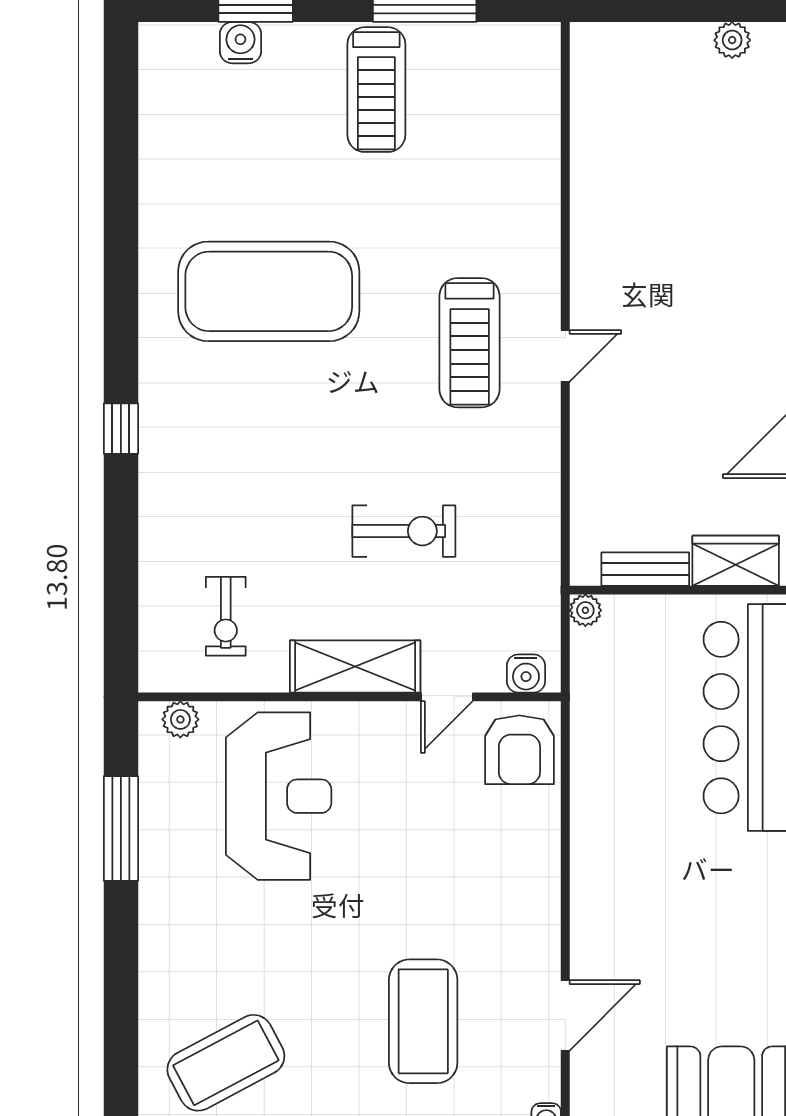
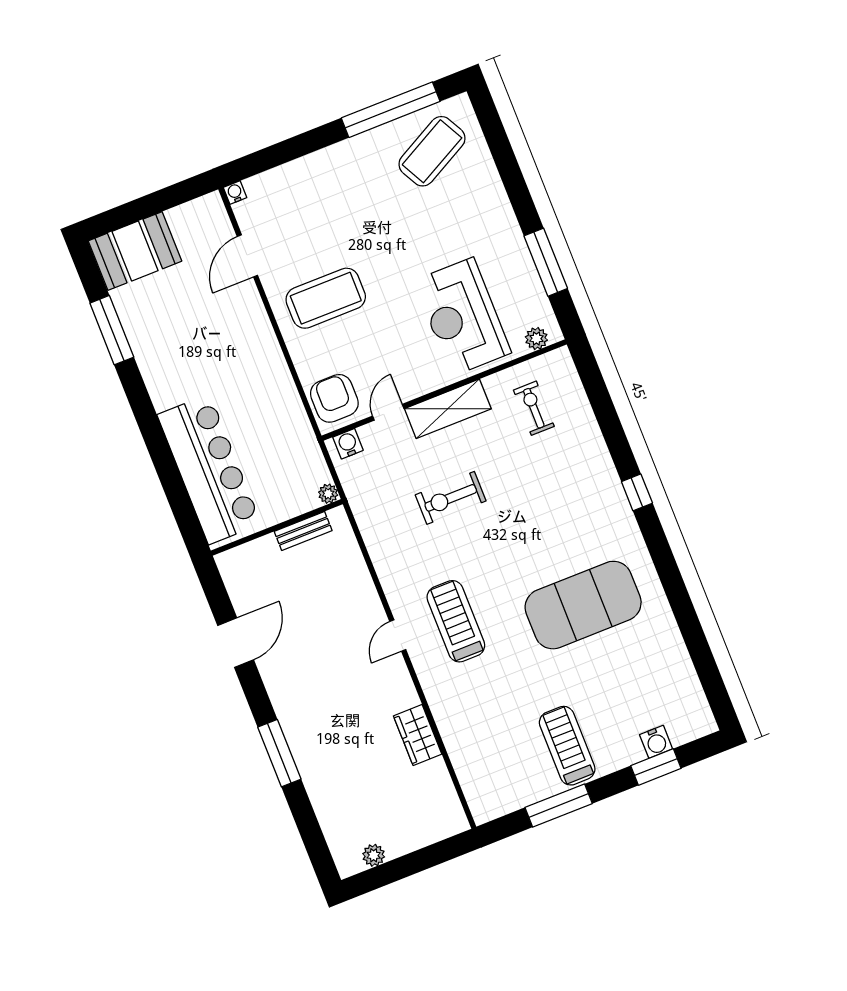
wardrobe: (736, 561) -> (418, 735), moved, turned 90
coffee table: (423, 1021) -> (326, 298), moved, turned 90

